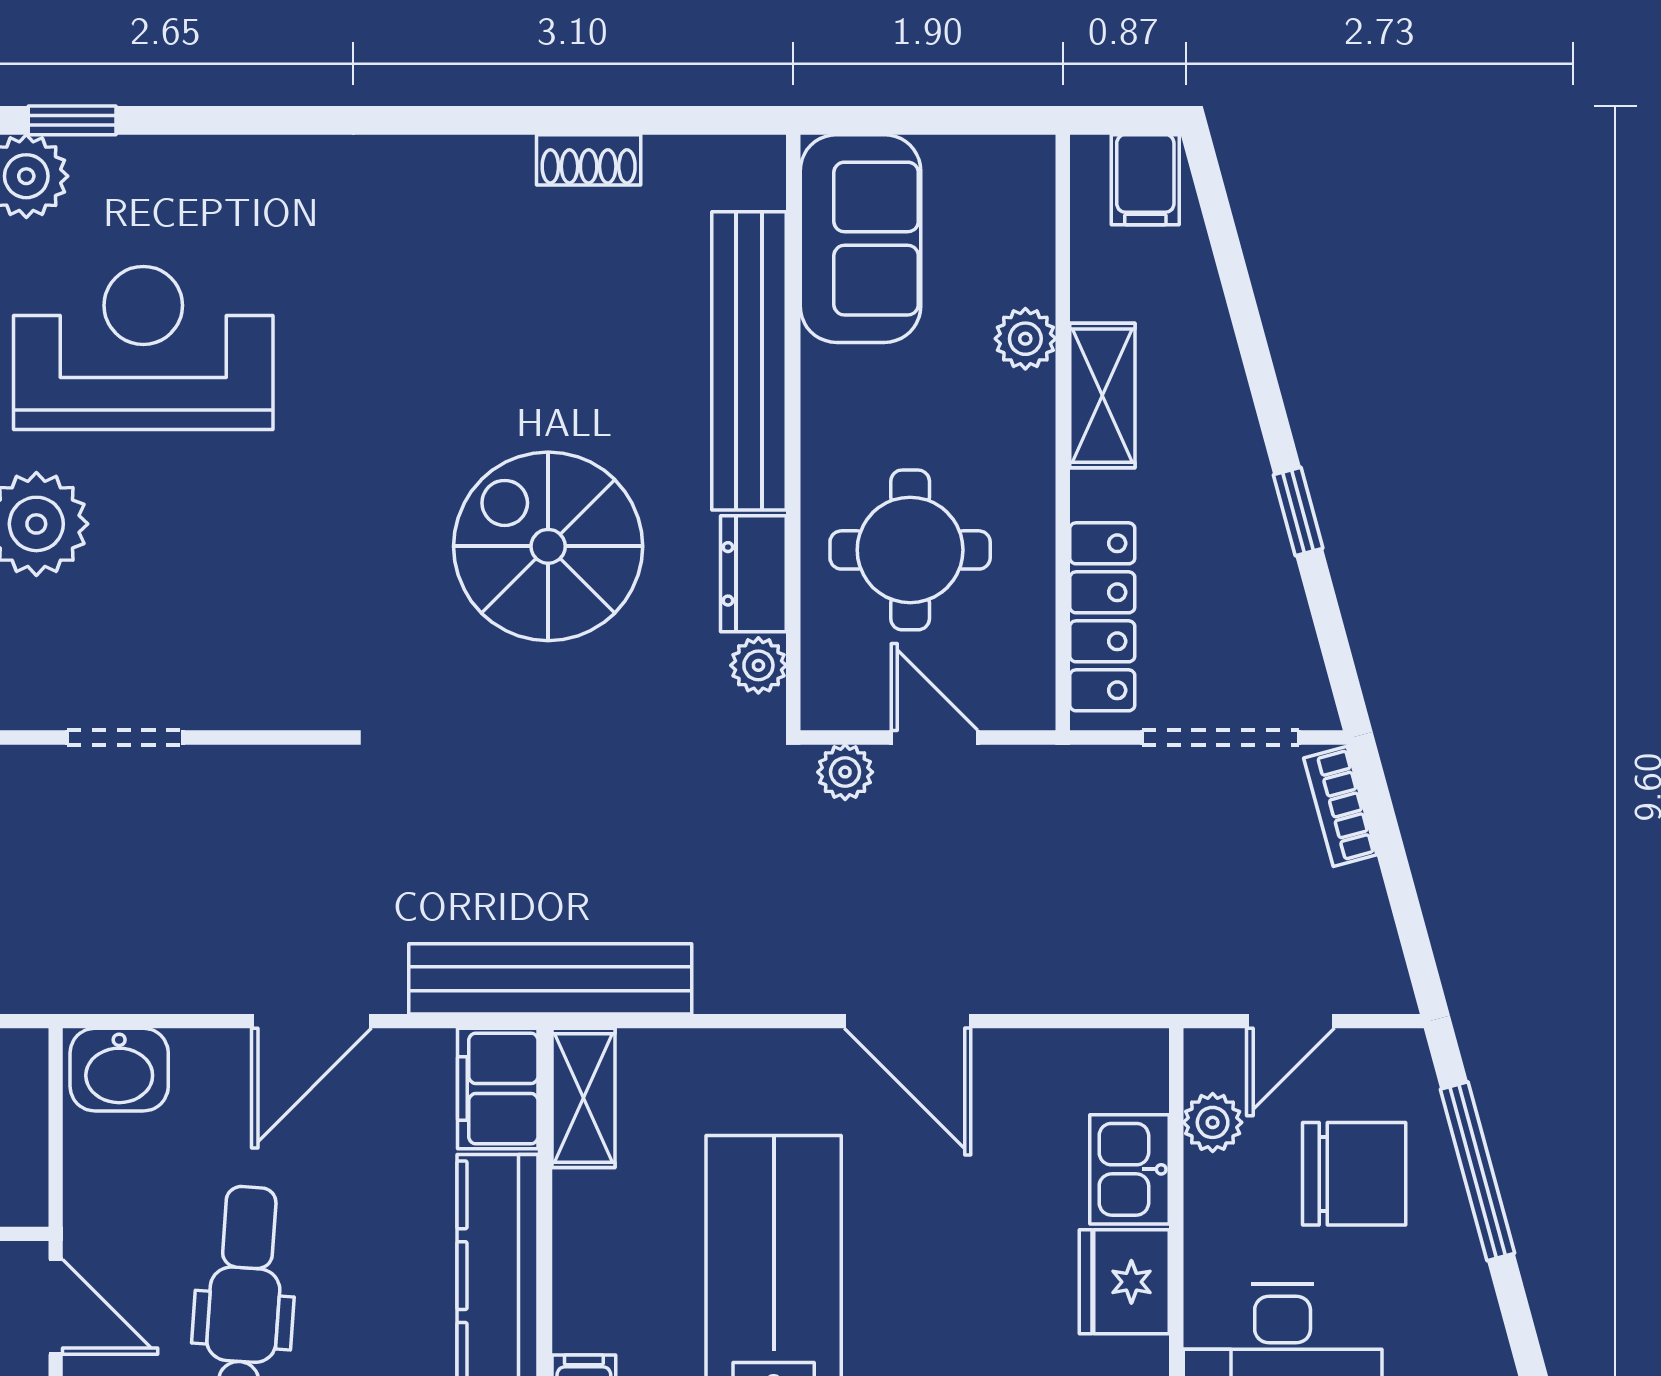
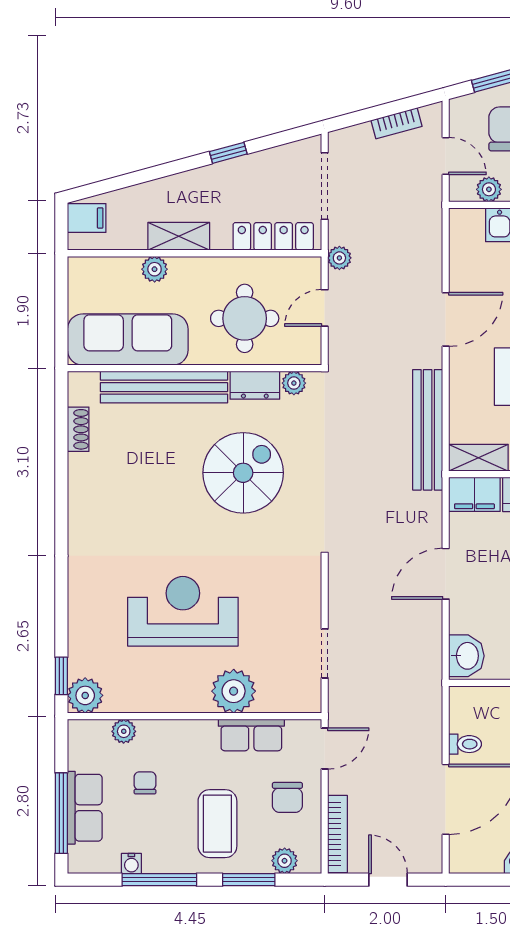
shoe rack: (589, 160) -> (78, 429), moved
sofa: (860, 239) -> (128, 340), width x1.36
reception desk: (143, 348) -> (183, 611), moved, turned 90
spiral stairs: (548, 546) -> (243, 473), turned 180
plant: (845, 772) -> (339, 258), moved
bookcase: (1340, 806) -> (397, 123), moved
bench: (550, 979) -> (428, 430), moved
door: (311, 1021) -> (446, 574), swing flipped

